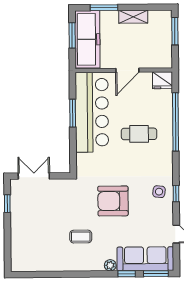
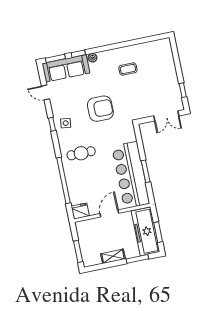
cafe table: (139, 134) -> (81, 153), moved
coffee table: (81, 237) -> (128, 69), moved

